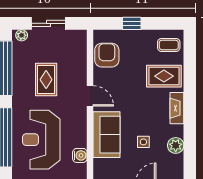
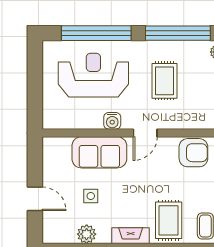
rug: (46, 80) -> (165, 81), turned 90
water cooler: (80, 155) -> (112, 121), moved

